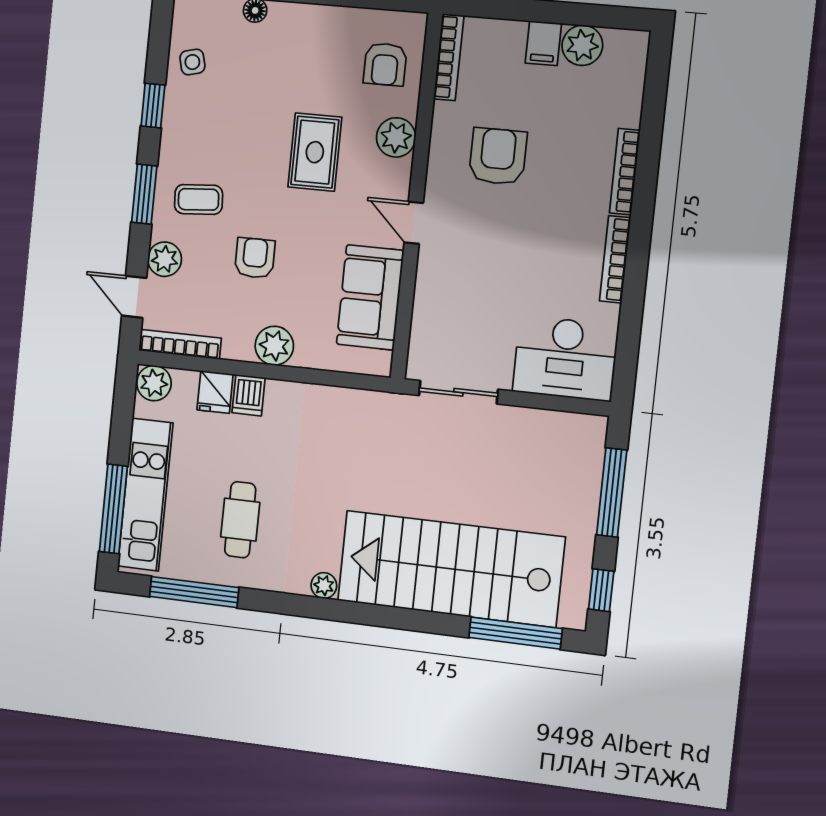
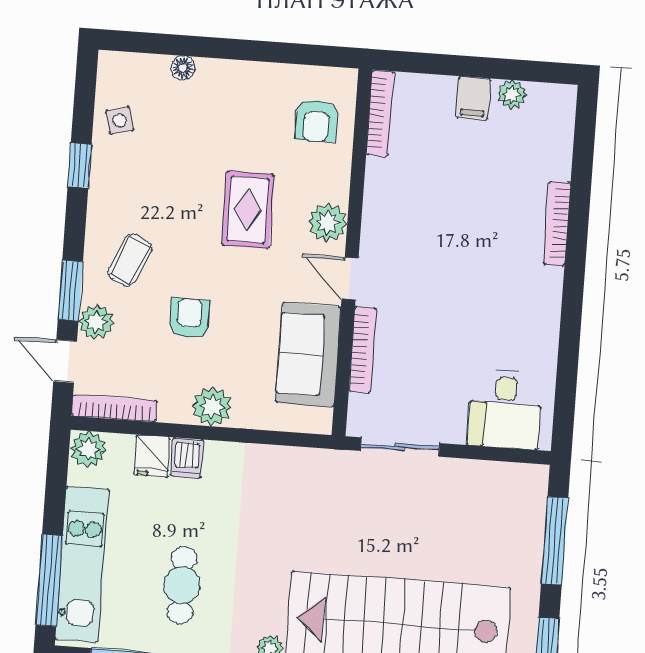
plant: (582, 45) -> (512, 94), width x0.73, depth x0.73
plant: (396, 137) -> (328, 222), moved
armchair: (498, 156) -> (432, 211), removed
window: (144, 194) -> (70, 291), moved
coffee table: (199, 199) -> (130, 260), turned -62
bookcase: (615, 259) -> (363, 350), moved, turned 180
desk: (565, 358) -> (505, 409), width x0.73

